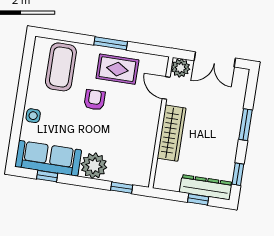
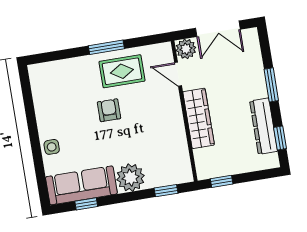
coffee table: (61, 67) -> (64, 88), removed
dresser: (206, 187) -> (264, 126), moved, turned -90
window: (198, 199) -> (222, 181), moved

